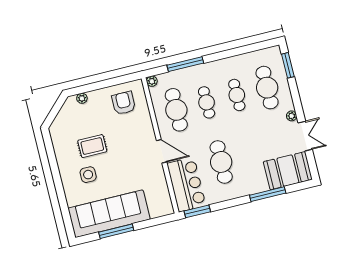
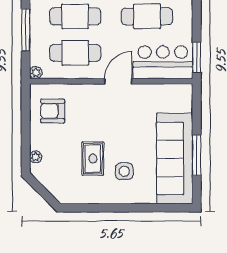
cafe table: (207, 102) -> (75, 16), width x1.37, depth x1.35

